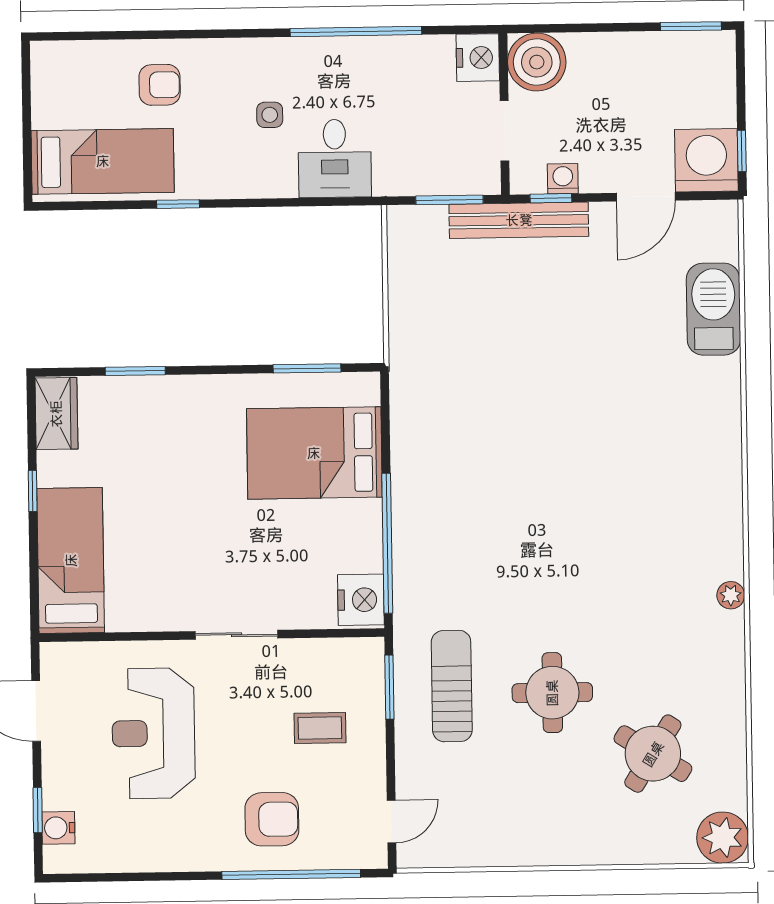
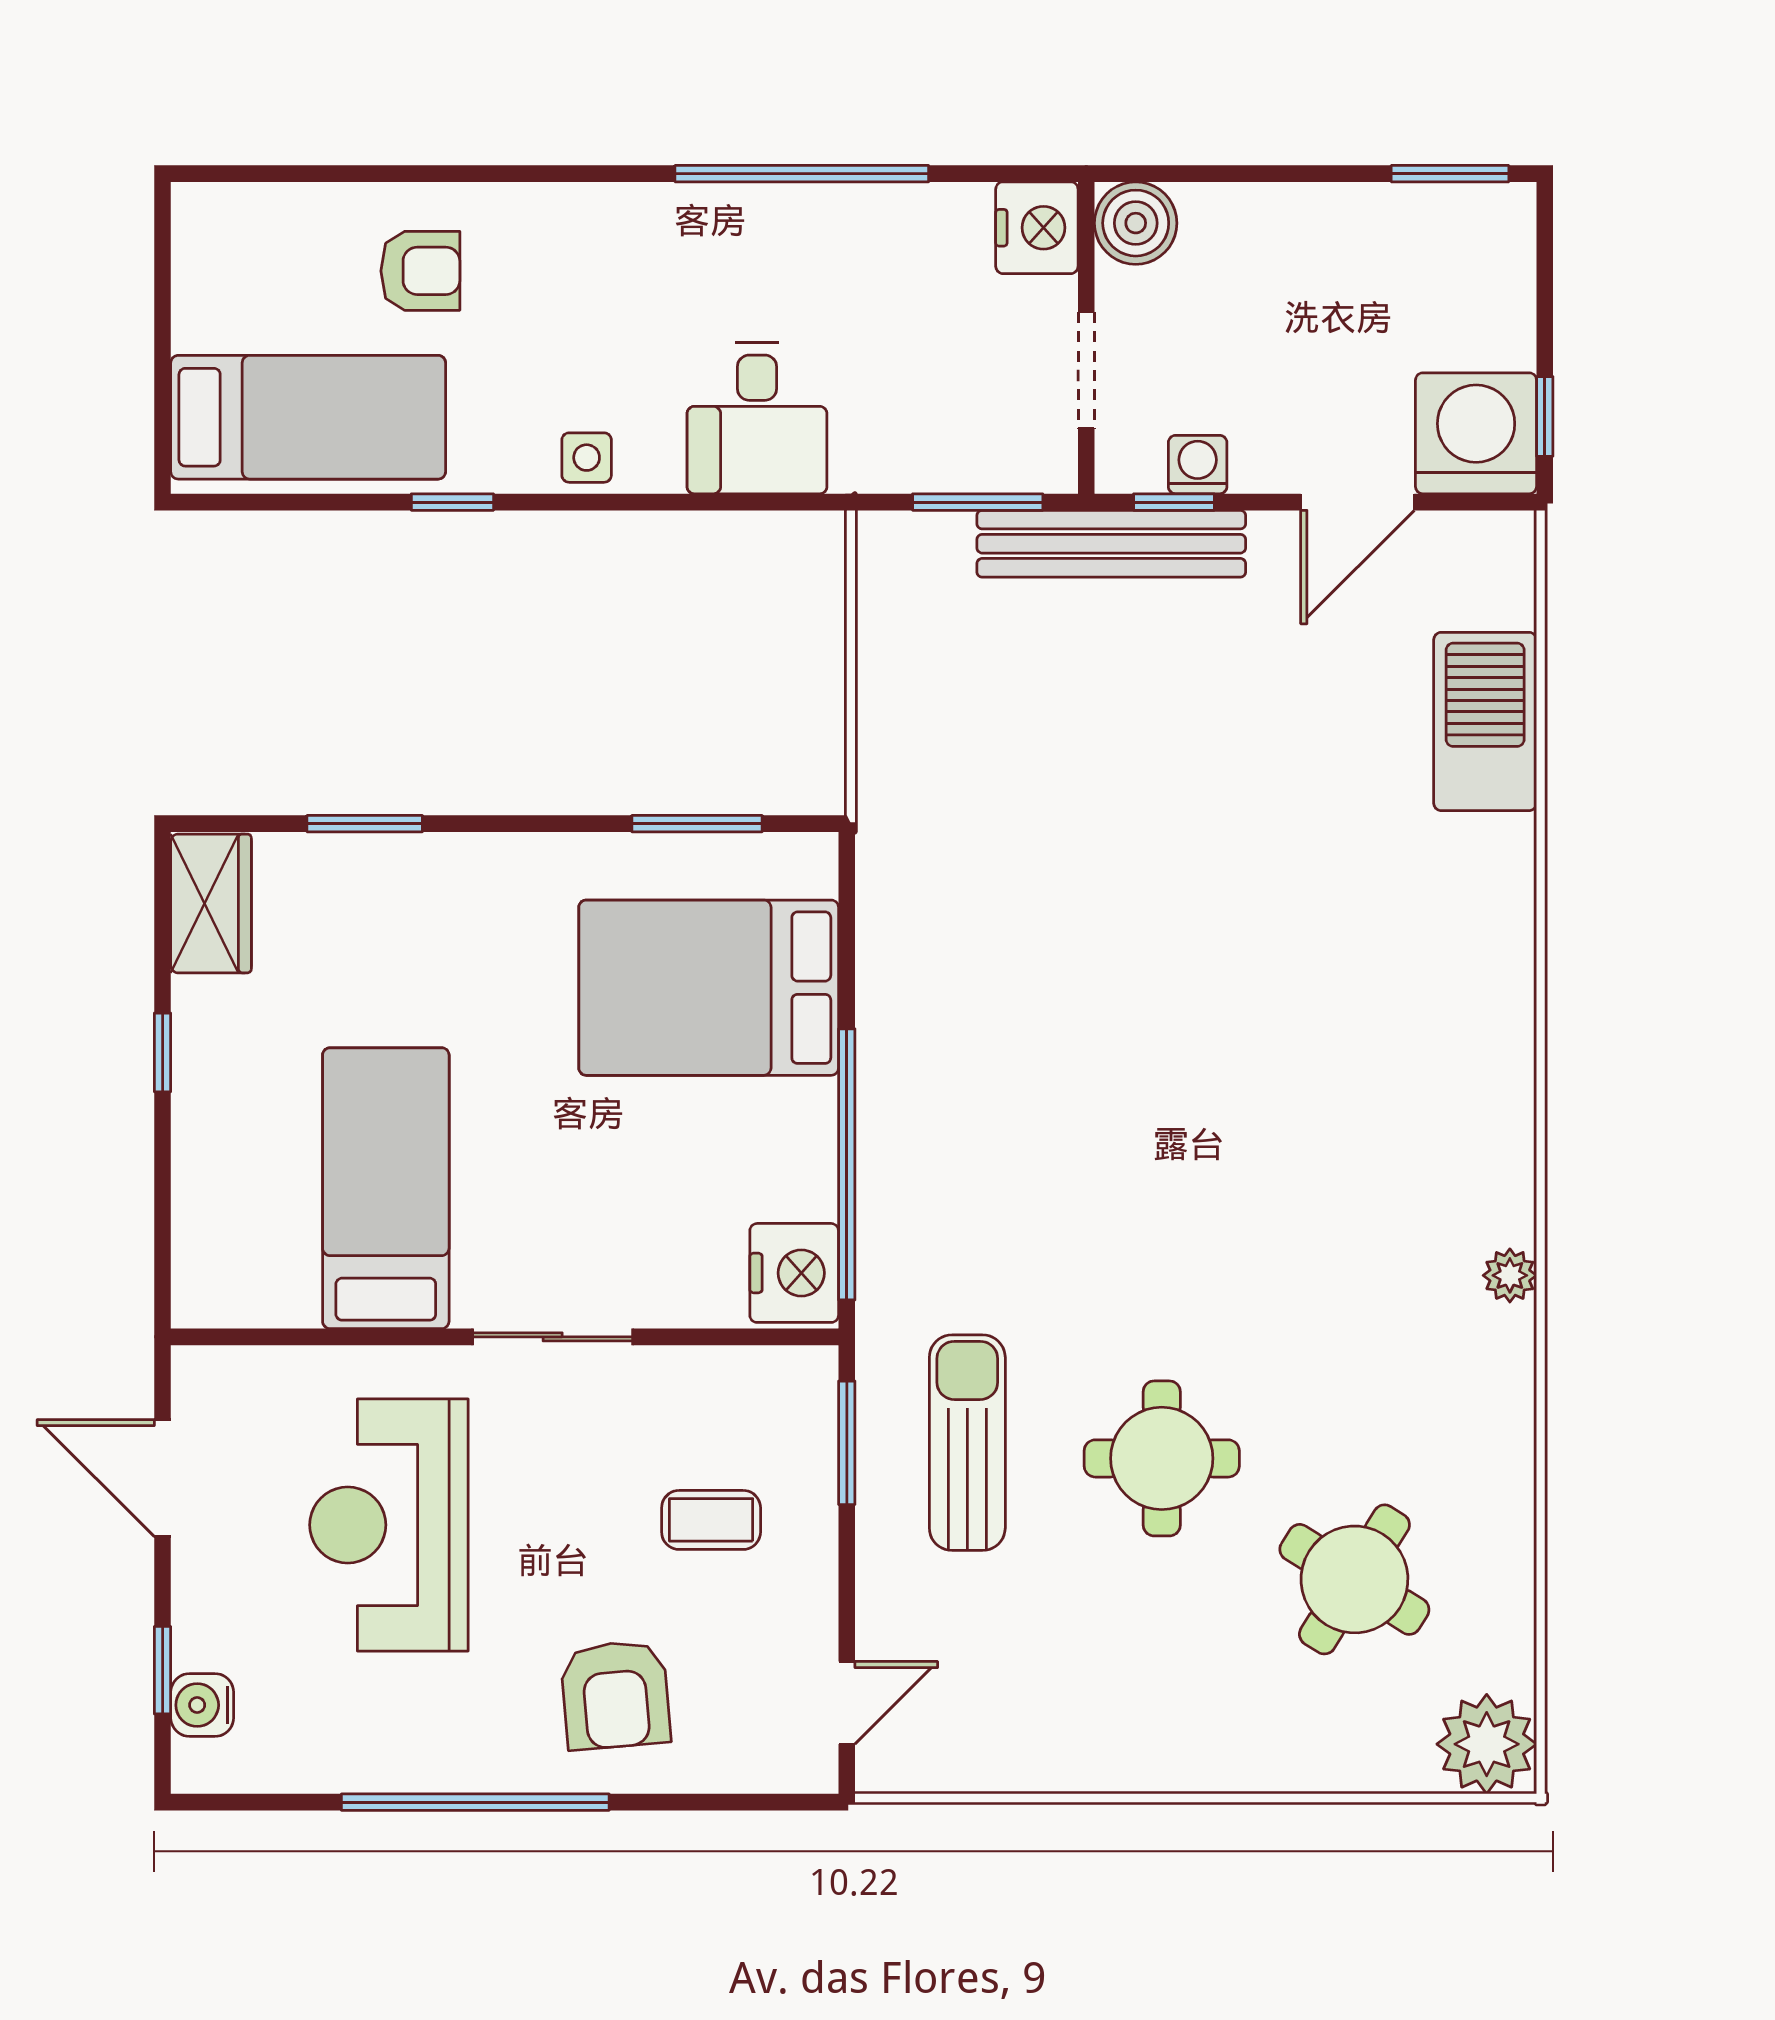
boiler: (537, 62) -> (1136, 223), width x0.73, depth x0.73
side table: (270, 115) -> (587, 458), moved
bed: (71, 560) -> (386, 1188), moved
armchair: (272, 819) -> (615, 1695), turned 85
window: (291, 874) -> (475, 1802), moved

